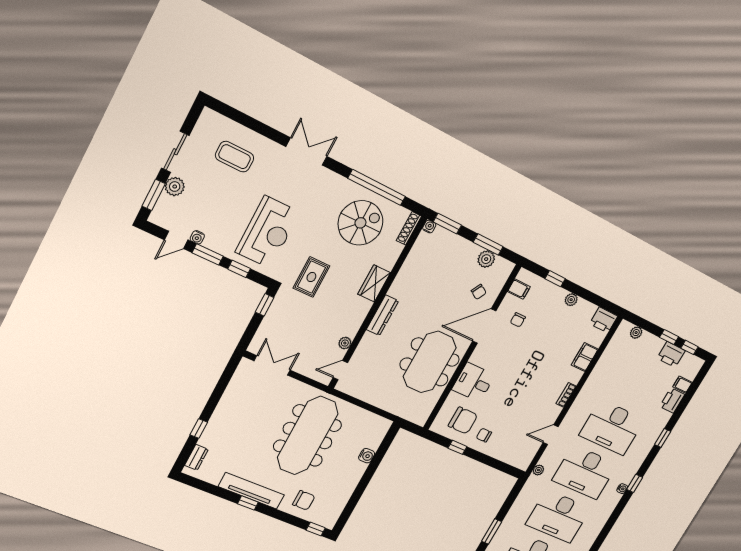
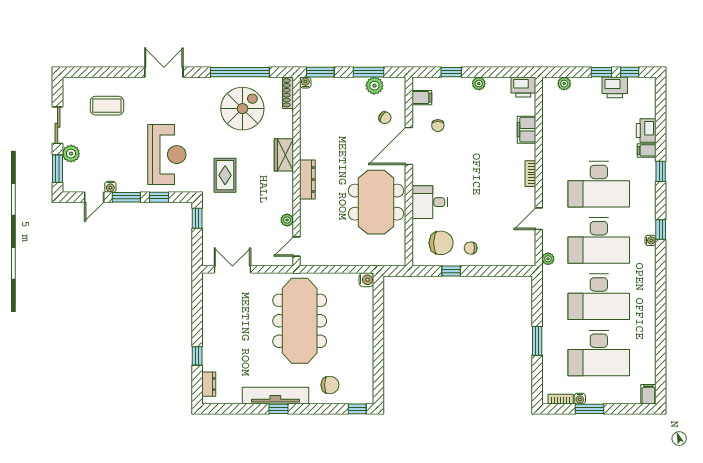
filing cabinet: (682, 385) -> (647, 150), moved
water cooler: (367, 456) -> (366, 280), moved

